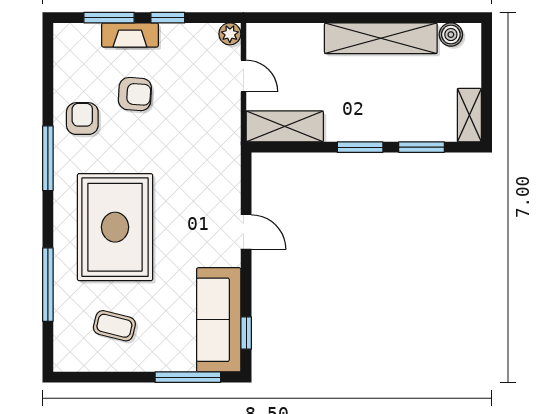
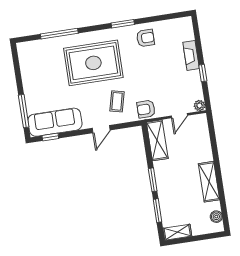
window: (109, 18) -> (198, 44), removed
shelving: (381, 38) -> (209, 182), width x0.68
armchair: (135, 94) -> (146, 109), moved, turned 86
window: (48, 158) -> (123, 24), width x0.69
coffee table: (114, 326) -> (117, 101), moved

